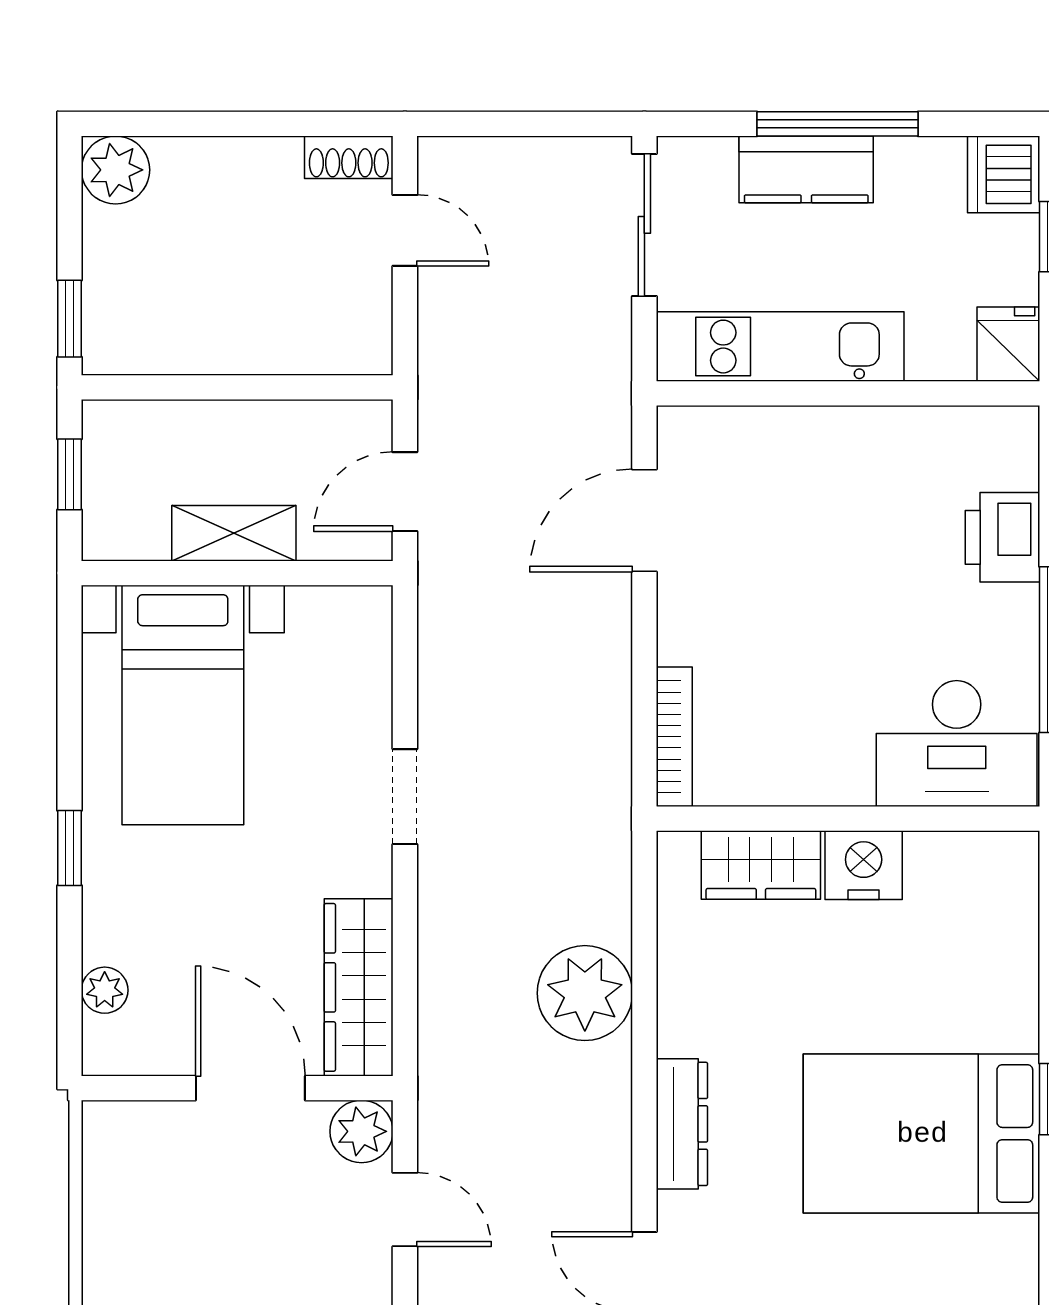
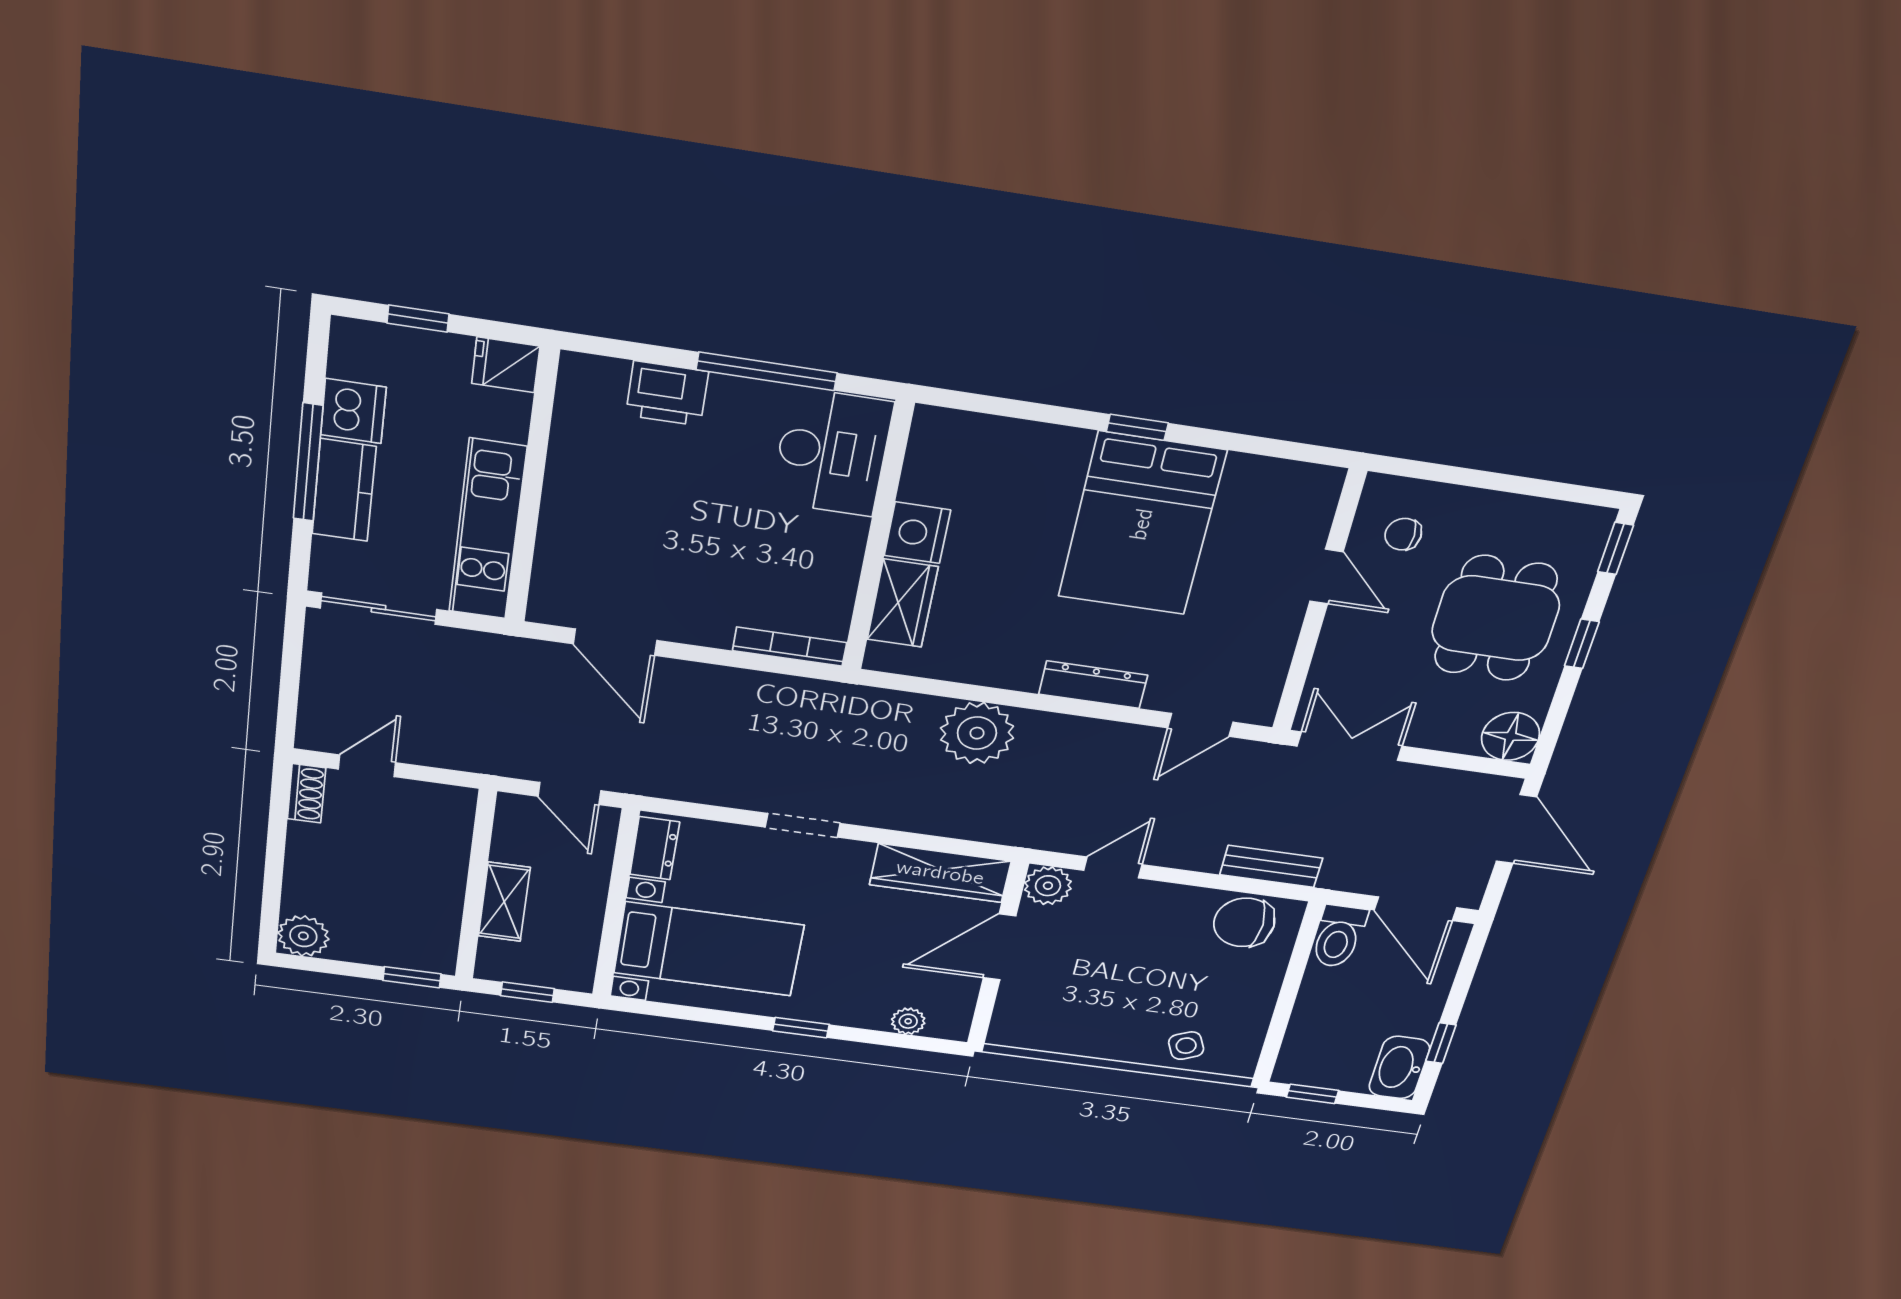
dishwasher: (1004, 174) -> (353, 411), moved, turned -90
shelving: (234, 533) -> (504, 902), moved
dresser: (336, 612) -> (655, 848), added

